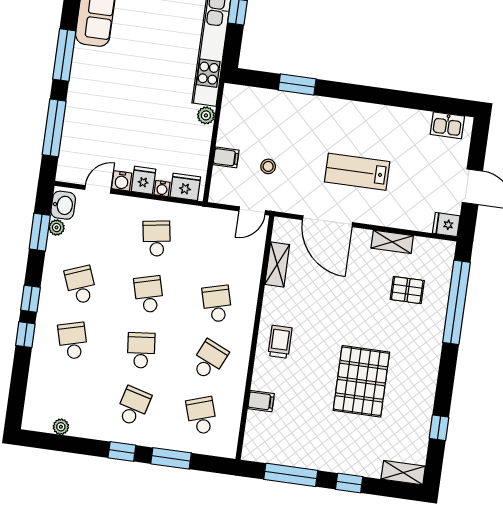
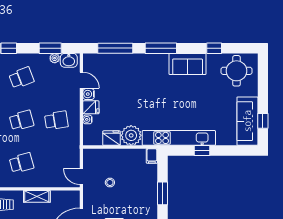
plant: (206, 115) -> (131, 135), width x1.87, depth x1.87
filing cabinet: (226, 157) -> (152, 156), moved
fridge: (185, 187) -> (111, 138), moved, turned -90
shelving: (277, 264) -> (37, 196), moved

